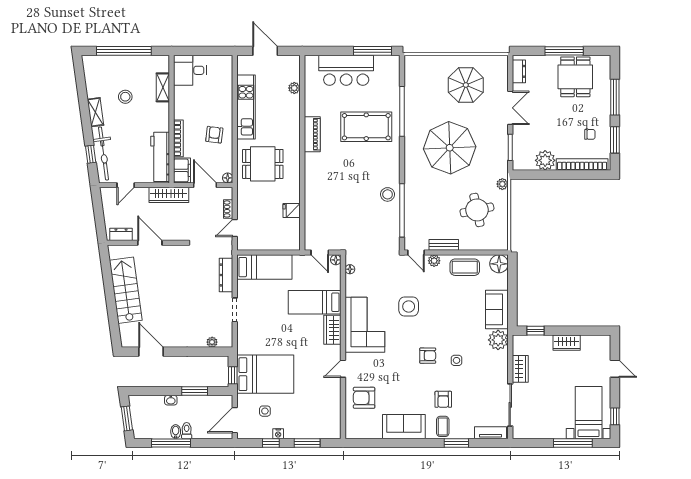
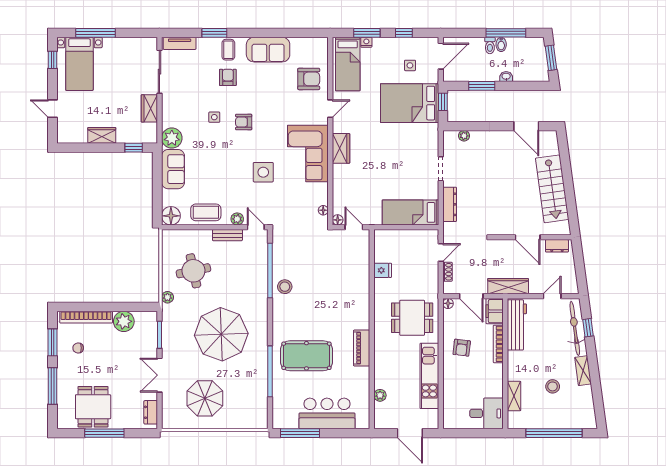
bed: (315, 302) -> (348, 64), moved, turned 90
nightstand: (278, 434) -> (366, 42), moved

